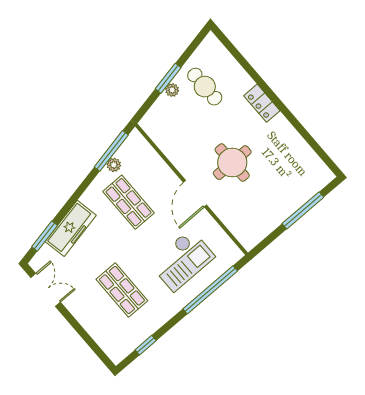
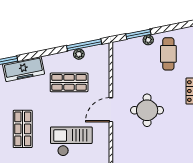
window: (168, 78) -> (138, 34), moved
shop shelf: (129, 202) -> (69, 82), turned 90
checkout: (182, 260) -> (71, 141), turned 180

